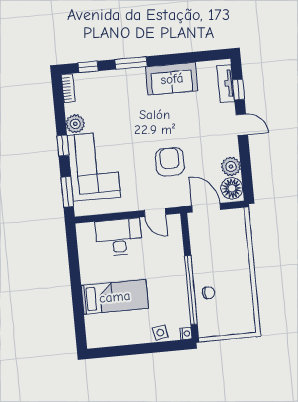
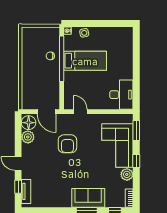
sofa: (172, 79) -> (88, 198), moved
desk: (119, 237) -> (121, 95), moved, turned -90
bed: (115, 297) -> (85, 61), moved, turned 180

